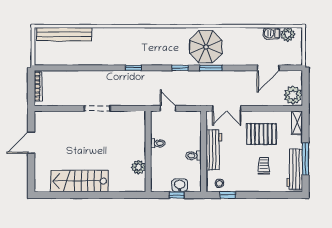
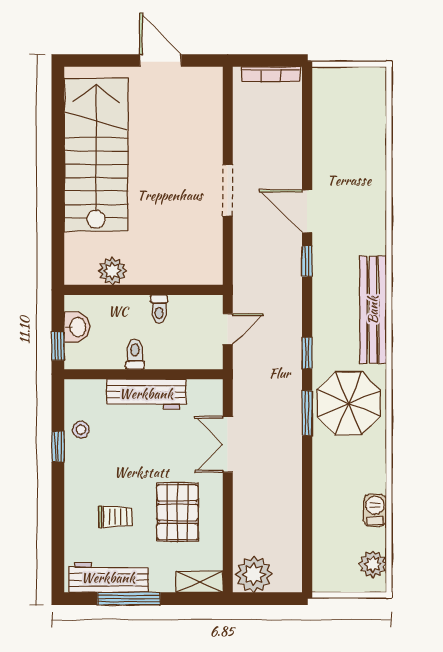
barbecue: (272, 33) -> (375, 510), moved
bench: (64, 34) -> (373, 310), moved
door: (268, 68) -> (307, 211), moved
workbench: (214, 150) -> (146, 394), moved
wall: (204, 151) -> (143, 374), moved
toilet: (193, 156) -> (135, 354), moved
stairs: (79, 181) -> (96, 155), width x1.36, depth x1.51
washbasin: (180, 185) -> (77, 327), moved

